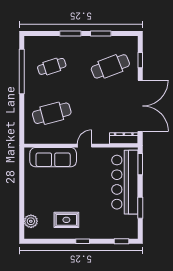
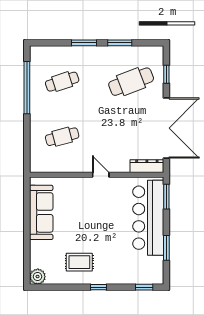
cafe table: (52, 113) -> (62, 137), width x0.73, depth x0.74
door: (85, 146) -> (101, 175), hinge flipped
sofa: (53, 157) -> (41, 212), moved, turned -90
plant: (31, 221) -> (38, 277), moved

